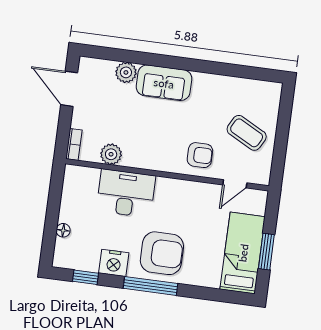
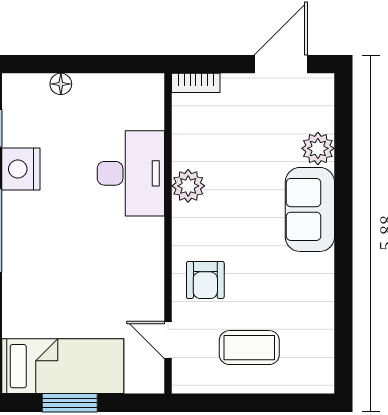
coffee table: (247, 133) -> (249, 348), turned 62
plant: (111, 154) -> (188, 186), moved
armchair: (162, 253) -> (46, 241), removed

